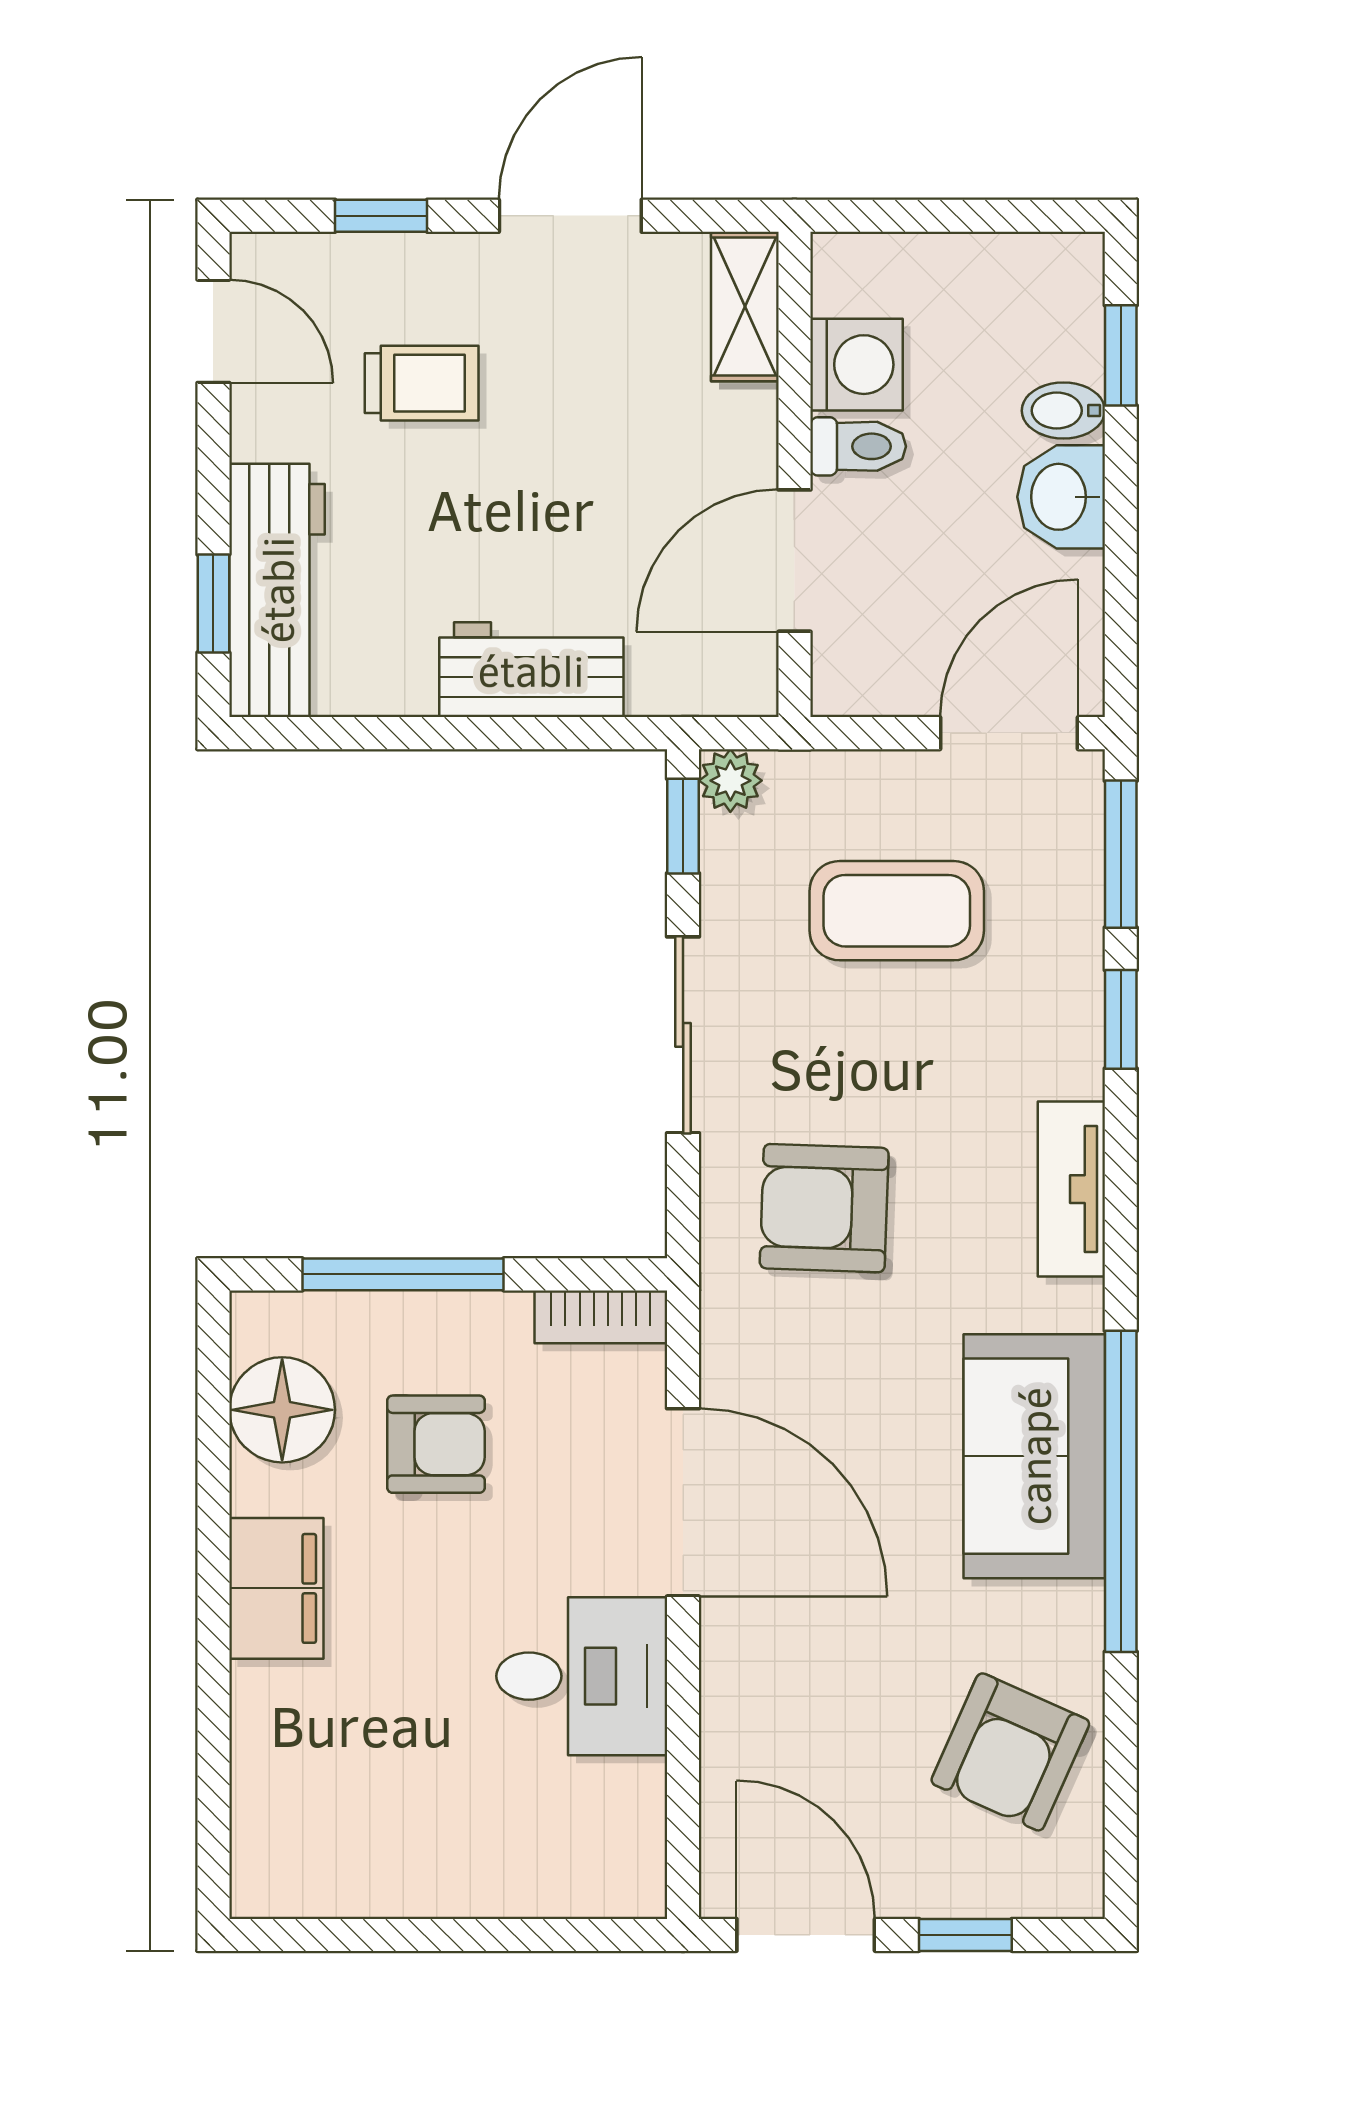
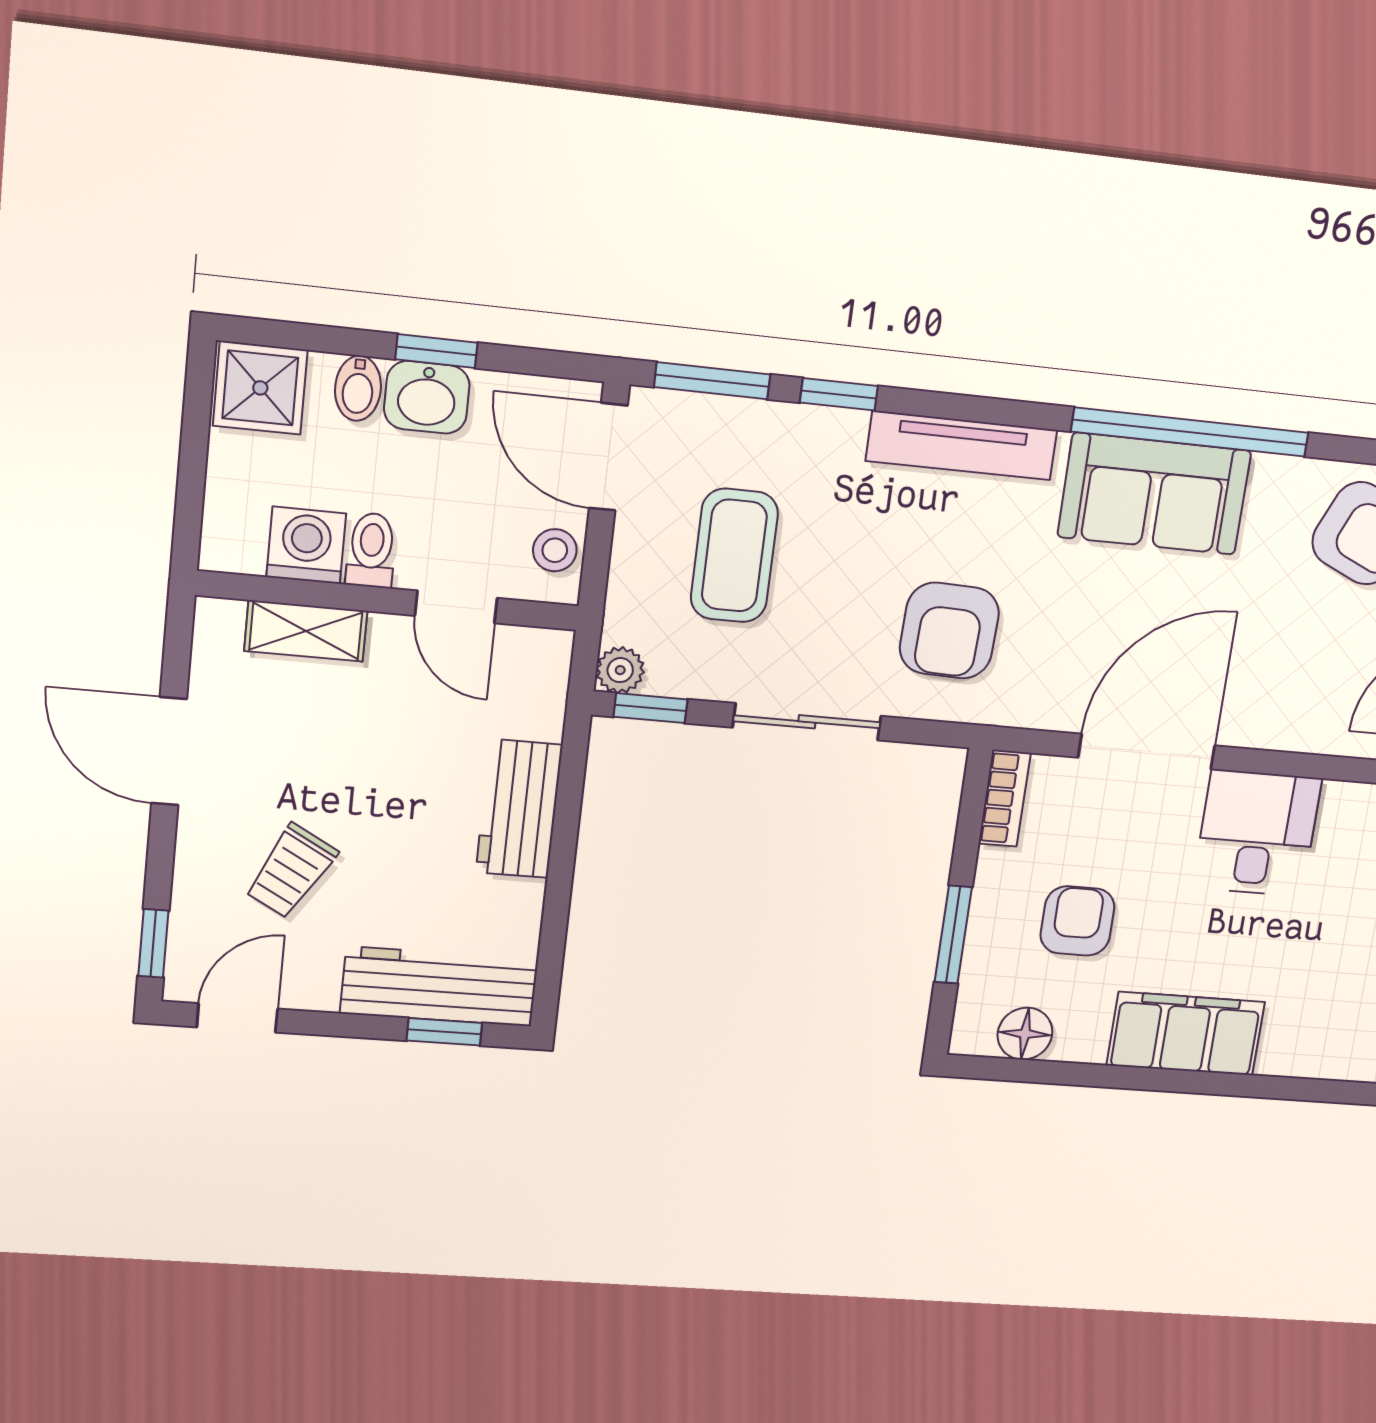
window: (381, 216) -> (153, 943), moved
shower: (1051, 291) -> (260, 388), added
shelving: (745, 307) -> (306, 631), moved
window: (1121, 355) -> (436, 351), moved
trolley: (422, 383) -> (291, 871), turned -151
door: (794, 561) -> (456, 607), width x0.73
stool: (881, 679) -> (555, 550), added
tv unit: (1071, 1189) -> (962, 445), width x1.41
window: (403, 1274) -> (953, 935), width x0.69
floor lamp: (282, 1410) -> (1025, 1034), width x0.73, depth x0.73
filing cabinet: (276, 1588) -> (1186, 1034), width x1.50, depth x1.17

